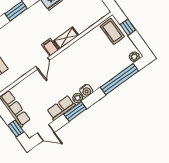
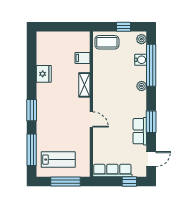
window: (128, 27) -> (124, 27), moved
filing cabinet: (50, 47) -> (83, 58), moved
water cooler: (86, 91) -> (141, 60), moved
plant: (78, 98) -> (142, 86), moved

